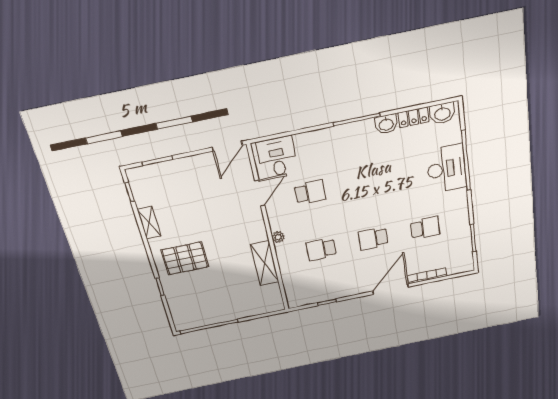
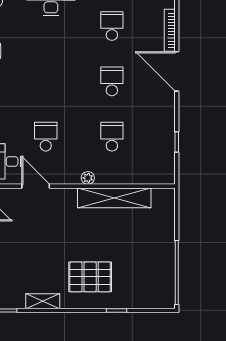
school desk: (373, 239) -> (112, 81), turned 180
school desk: (321, 249) -> (112, 137), turned 180
pallet: (185, 258) -> (90, 277), turned 90
shelving: (265, 263) -> (114, 198), width x1.47

